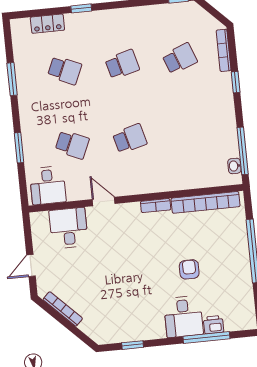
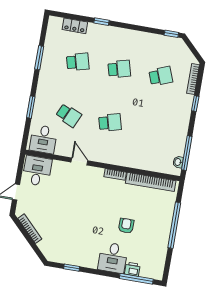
school desk: (65, 70) -> (78, 62), turned -39
desk: (69, 228) -> (37, 171), moved
window: (206, 338) -> (136, 279), moved

